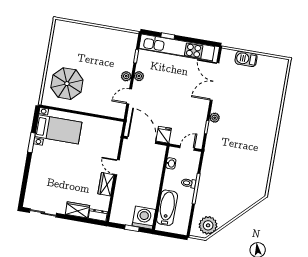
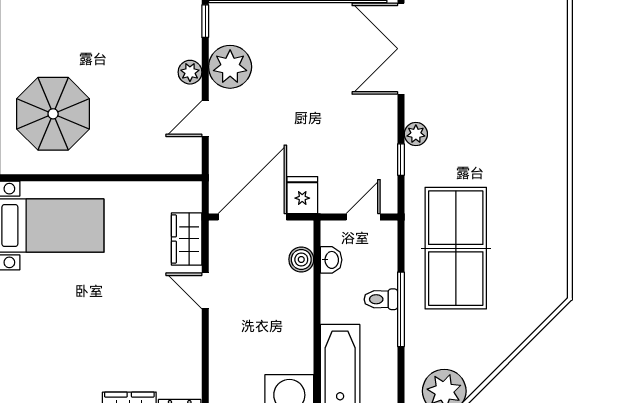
plant: (139, 76) -> (230, 67), width x1.88, depth x1.88
door: (142, 140) -> (252, 217), hinge flipped
boiler: (159, 161) -> (301, 259), added
table tennis table: (223, 167) -> (456, 248), added
wardrobe: (106, 184) -> (187, 239), moved

